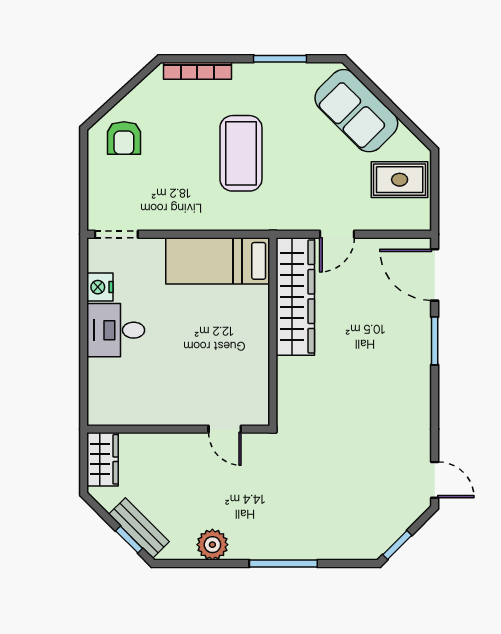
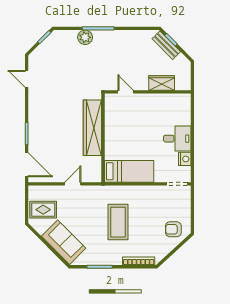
armchair: (124, 138) -> (173, 229), turned -90
wardrobe: (295, 297) -> (92, 128), moved
wardrobe: (102, 459) -> (162, 83), moved, turned 90
door: (435, 480) -> (27, 79), moved
plant: (212, 545) -> (85, 37), moved

